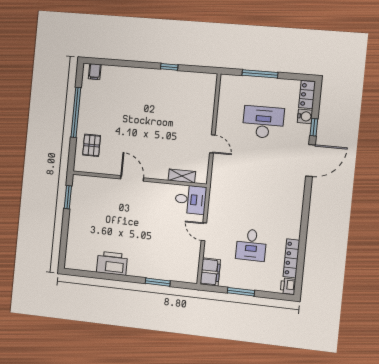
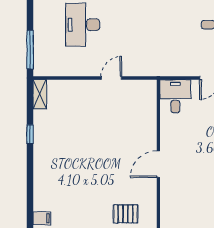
window: (260, 74) -> (30, 50), moved
shelving: (182, 176) -> (40, 94), moved

